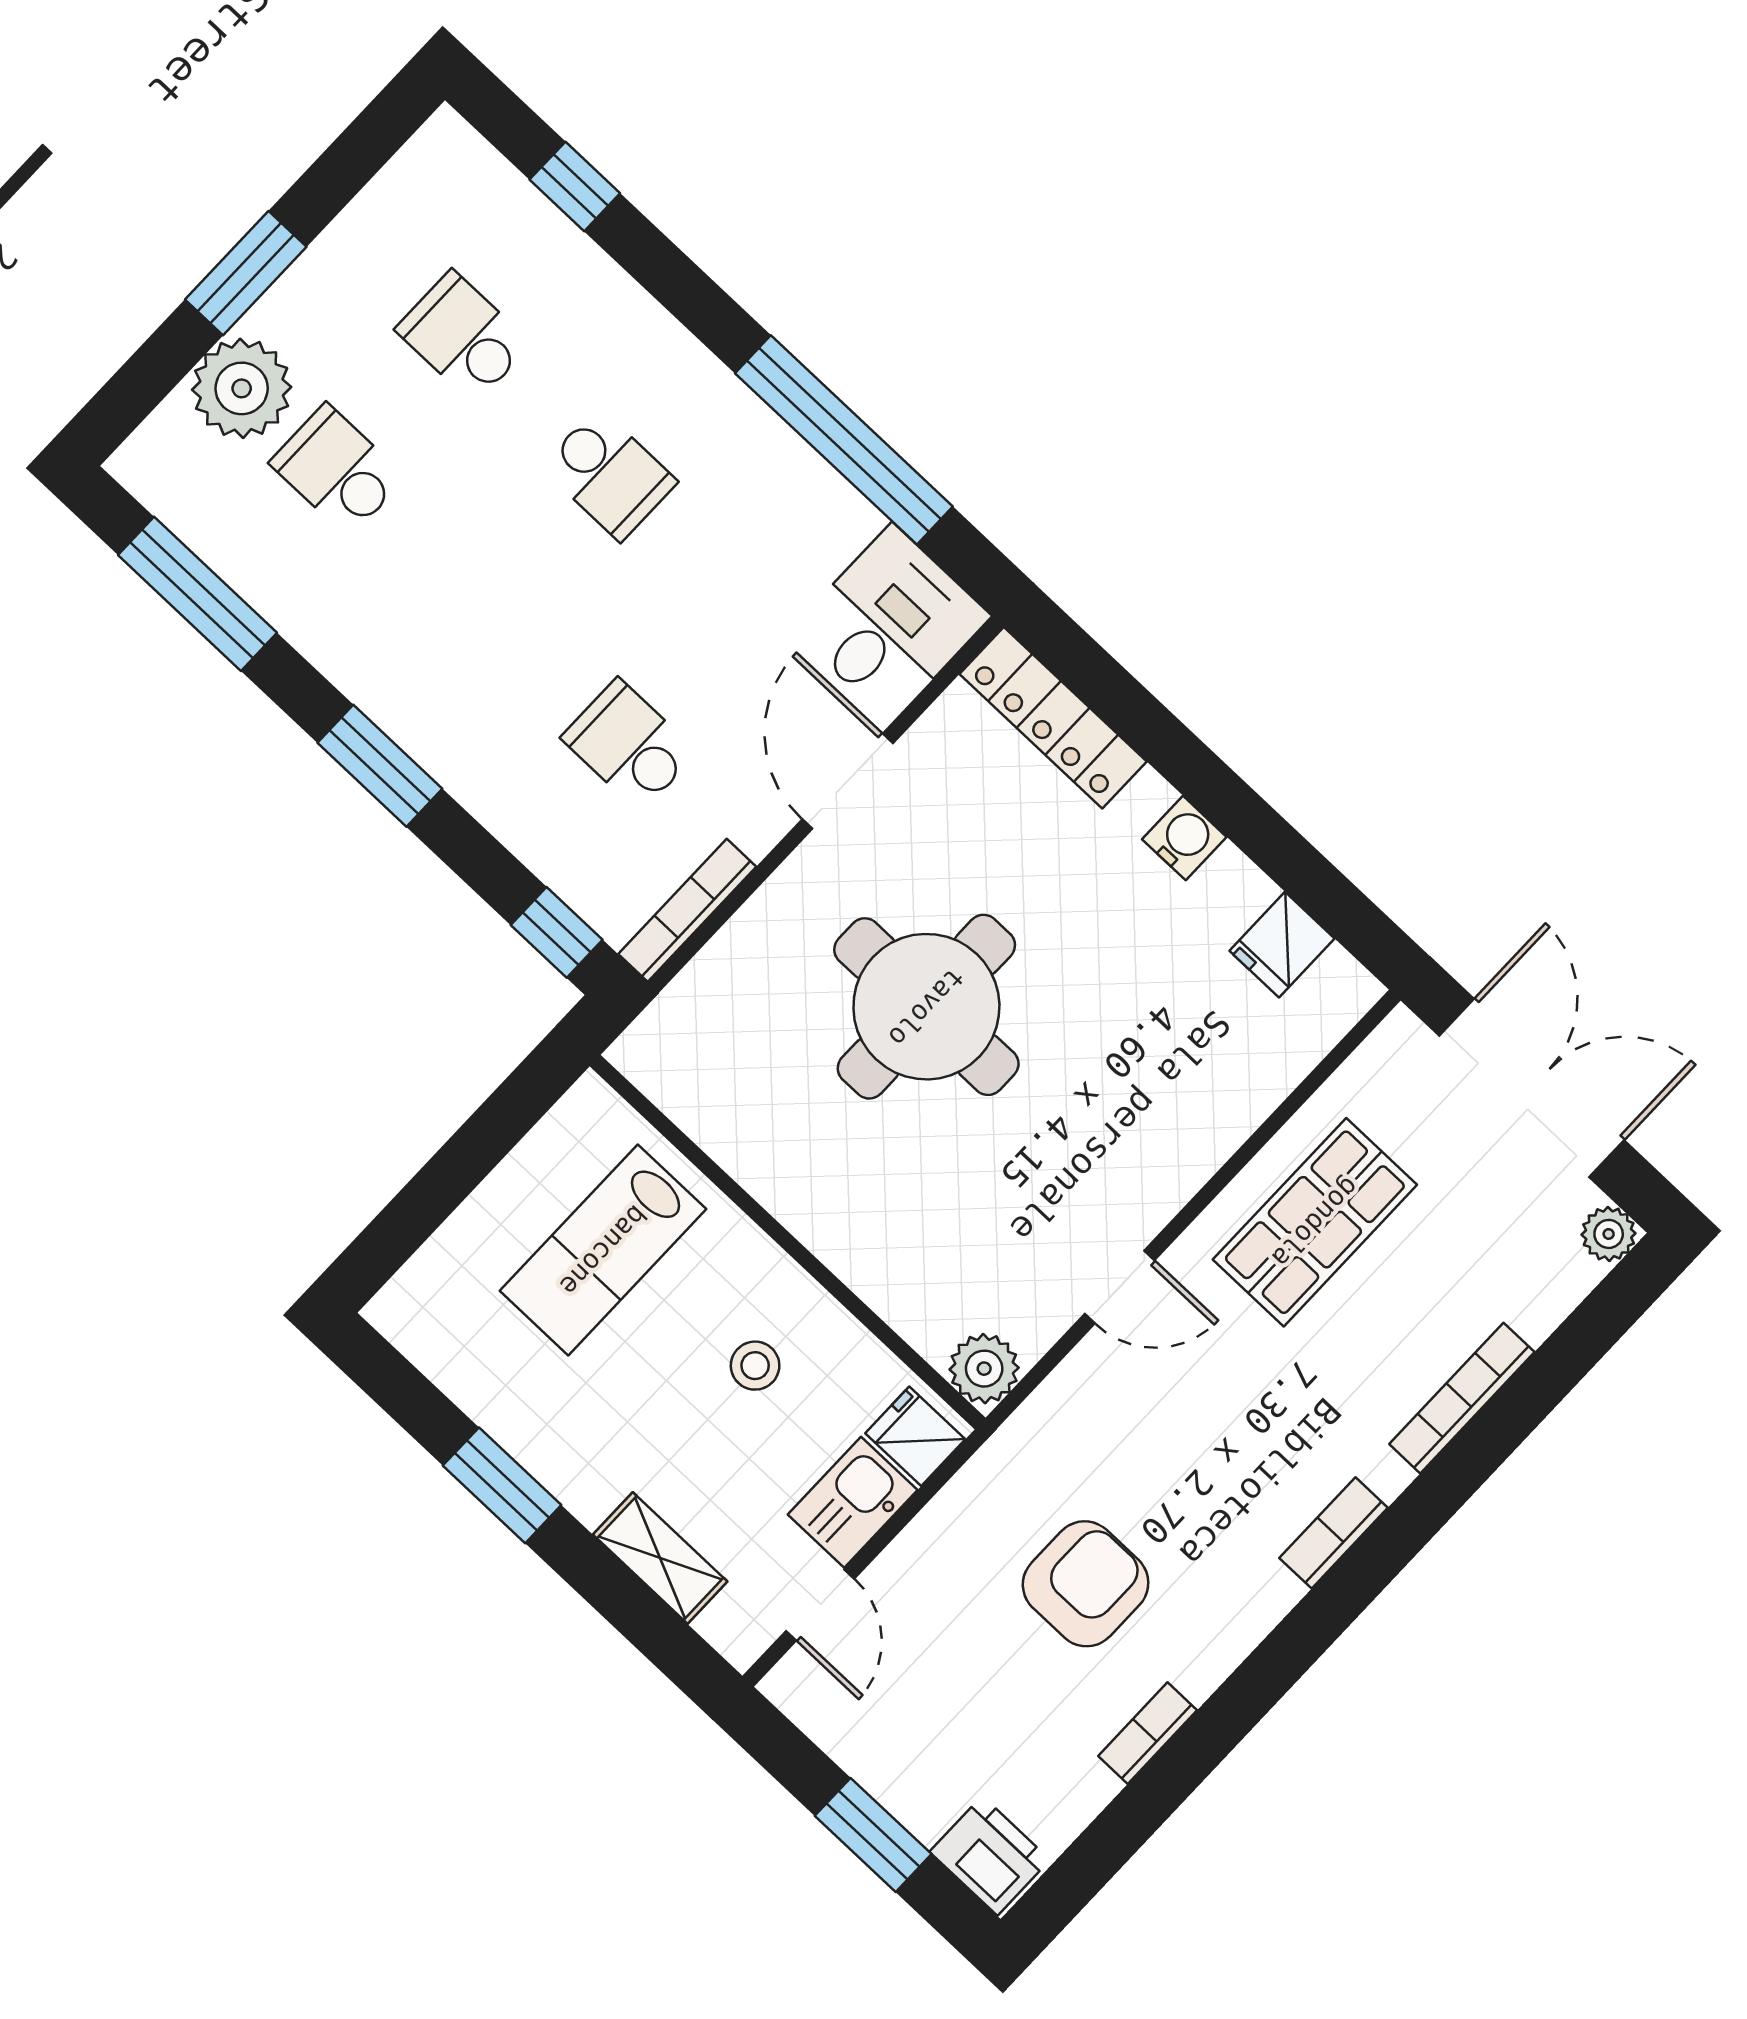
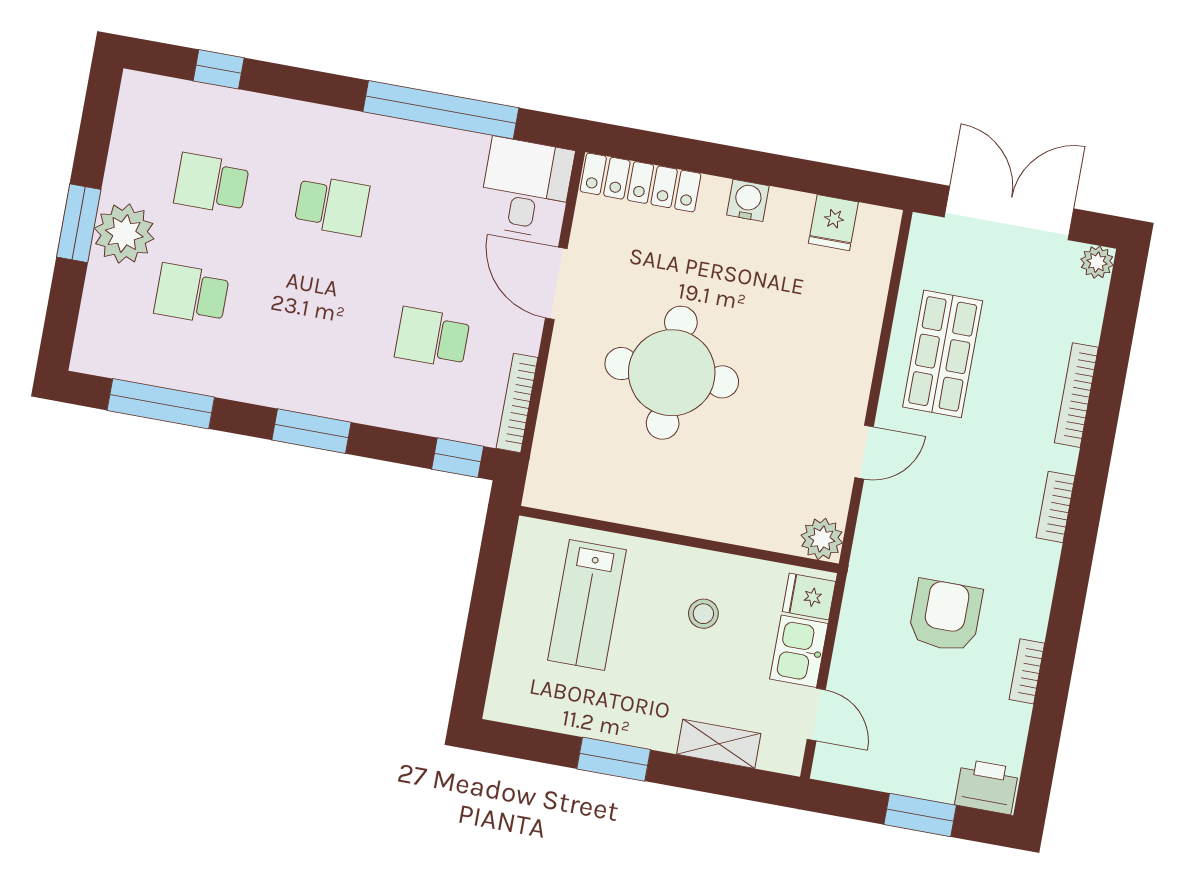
plant: (242, 388) -> (124, 234), moved

